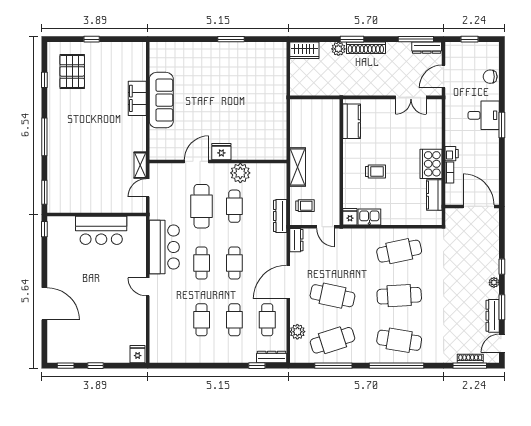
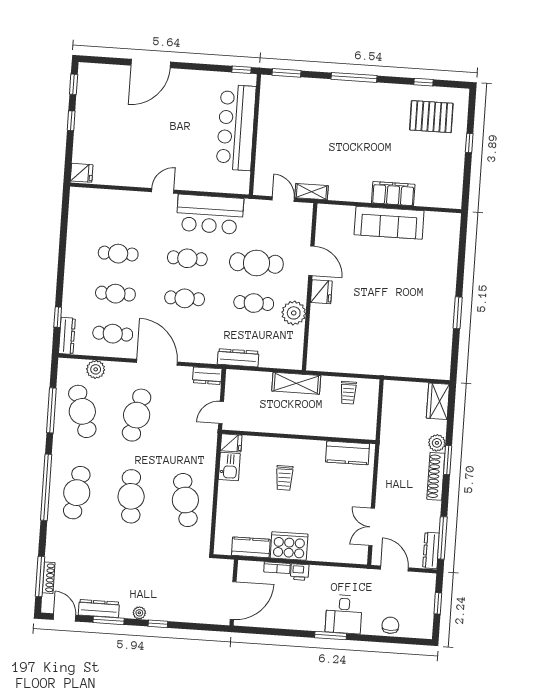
trolley: (305, 206) -> (348, 393), moved
bar counter: (101, 230) -> (236, 128), width x1.36

